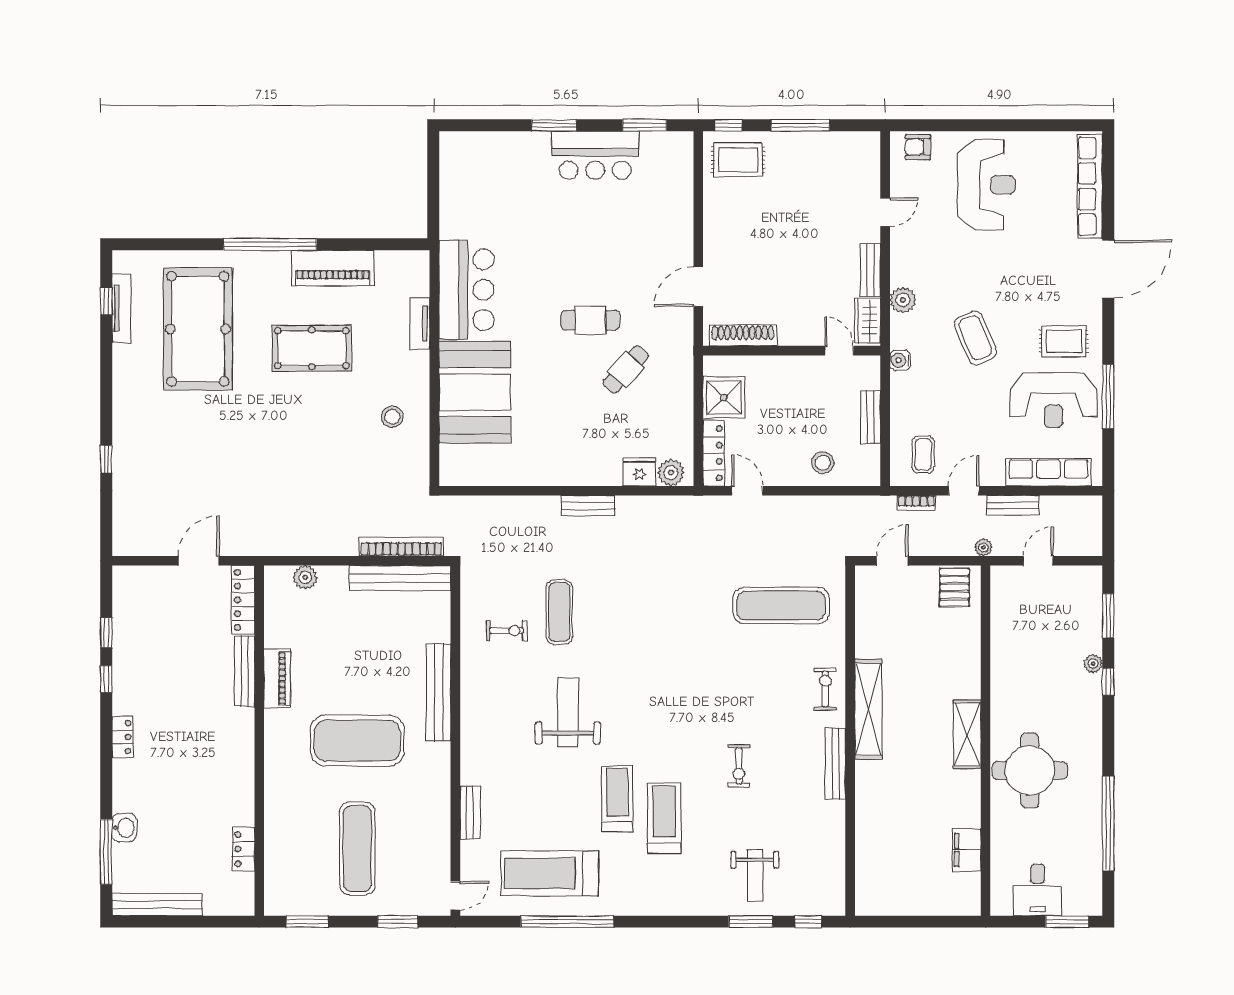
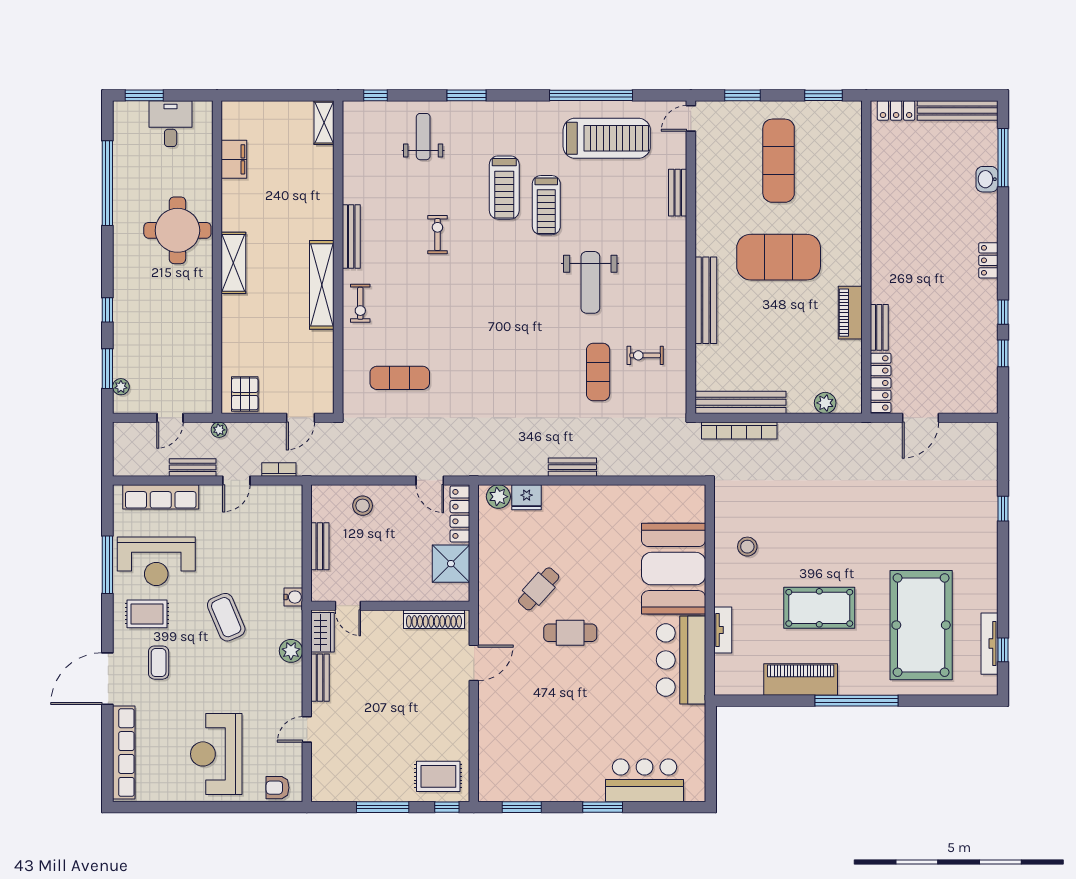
armchair: (918, 147) -> (277, 788), turned 180
bar counter: (595, 155) -> (644, 780), moved
reception desk: (1054, 400) -> (156, 561), turned 180
coffee table: (923, 455) -> (159, 663), moved
exercise mat: (781, 606) -> (400, 378), width x0.73, depth x0.69
plant: (1093, 664) -> (121, 387), moved
bench: (245, 671) -> (879, 327), width x0.73
locker: (243, 849) -> (896, 110), moved, turned 90
shelving: (866, 891) -> (324, 123), added
window: (751, 922) -> (467, 95), moved

